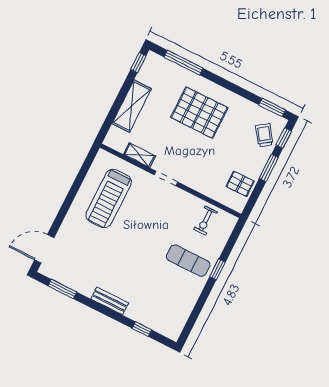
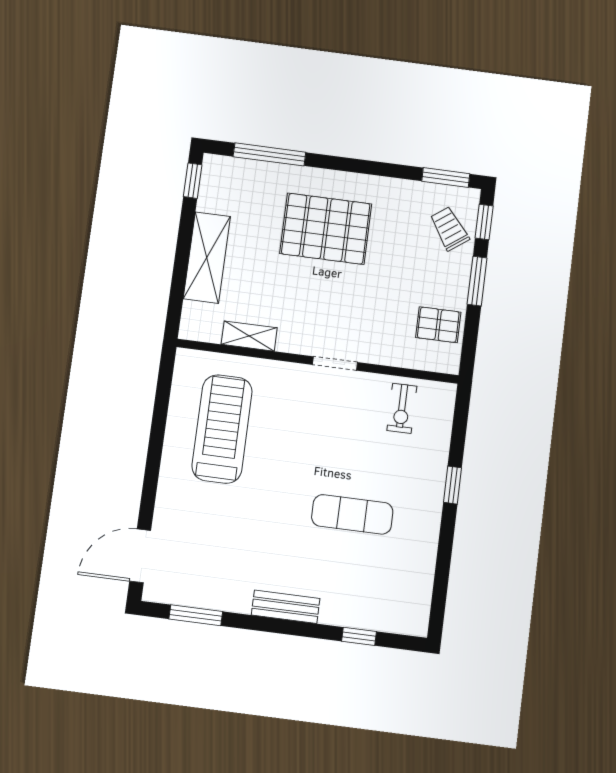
doorway: (166, 179) -> (335, 363), moved
treadmill: (109, 198) -> (222, 429), turned 180
exercise mat: (188, 261) -> (352, 514), moved

